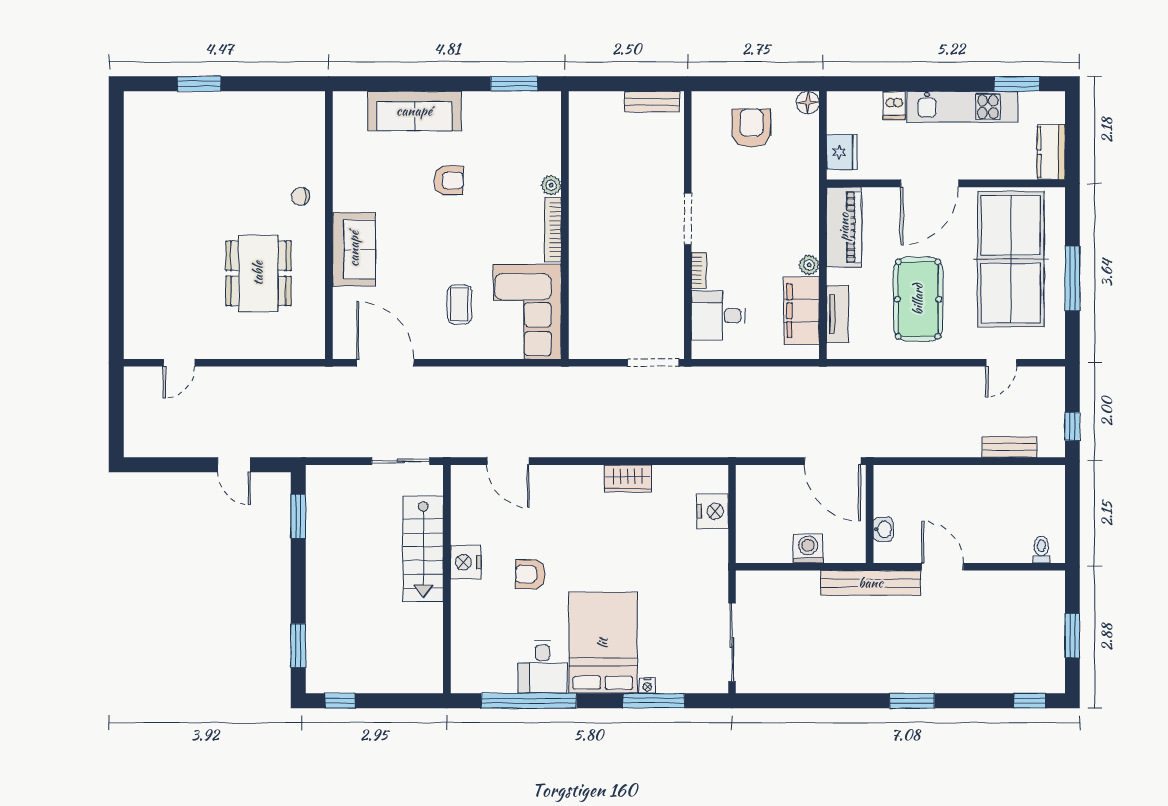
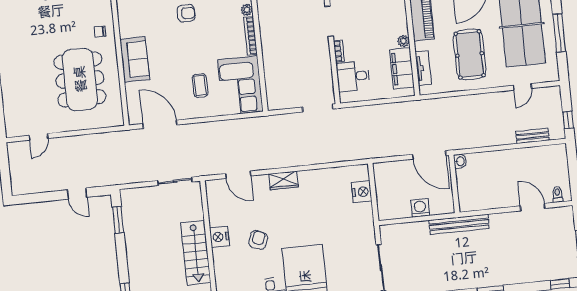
dining table: (258, 273) -> (80, 79), width x1.36, depth x1.24
wardrobe: (628, 478) -> (283, 180), moved
washbasin: (883, 529) -> (460, 161), moved
stairs: (423, 549) -> (196, 253), moved
door: (942, 567) -> (533, 207), moved
armchair: (530, 574) -> (258, 240), turned 111

